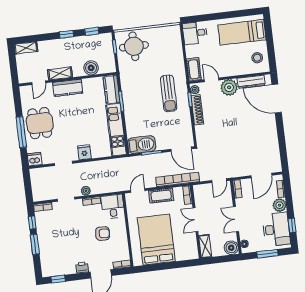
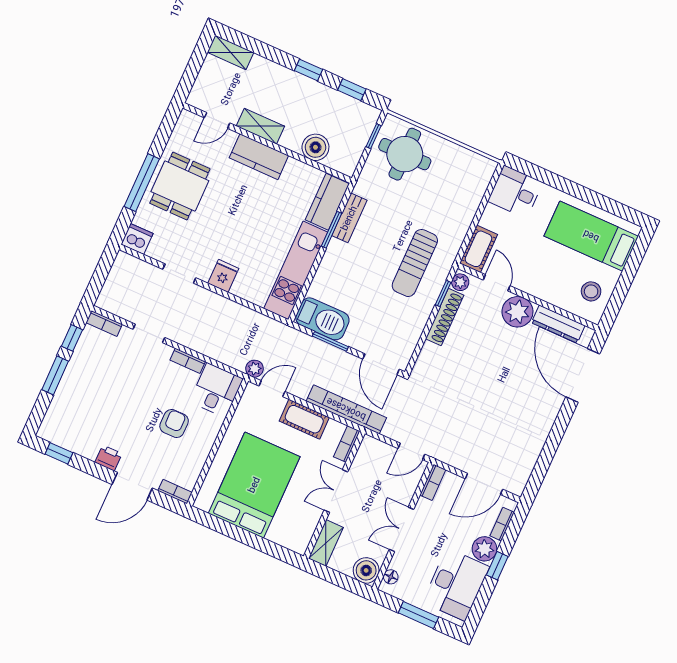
bench: (126, 91) -> (349, 218), added
plant: (86, 191) -> (255, 369), moved
window: (292, 225) -> (497, 566), moved
armchair: (103, 233) -> (174, 423), turned -93

